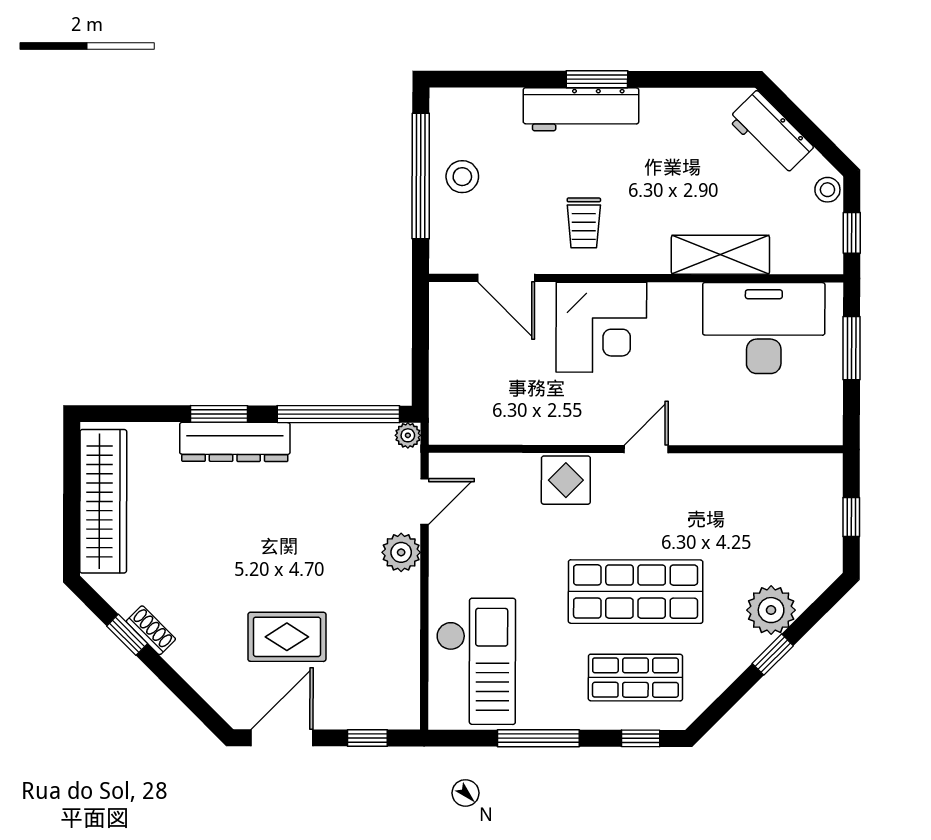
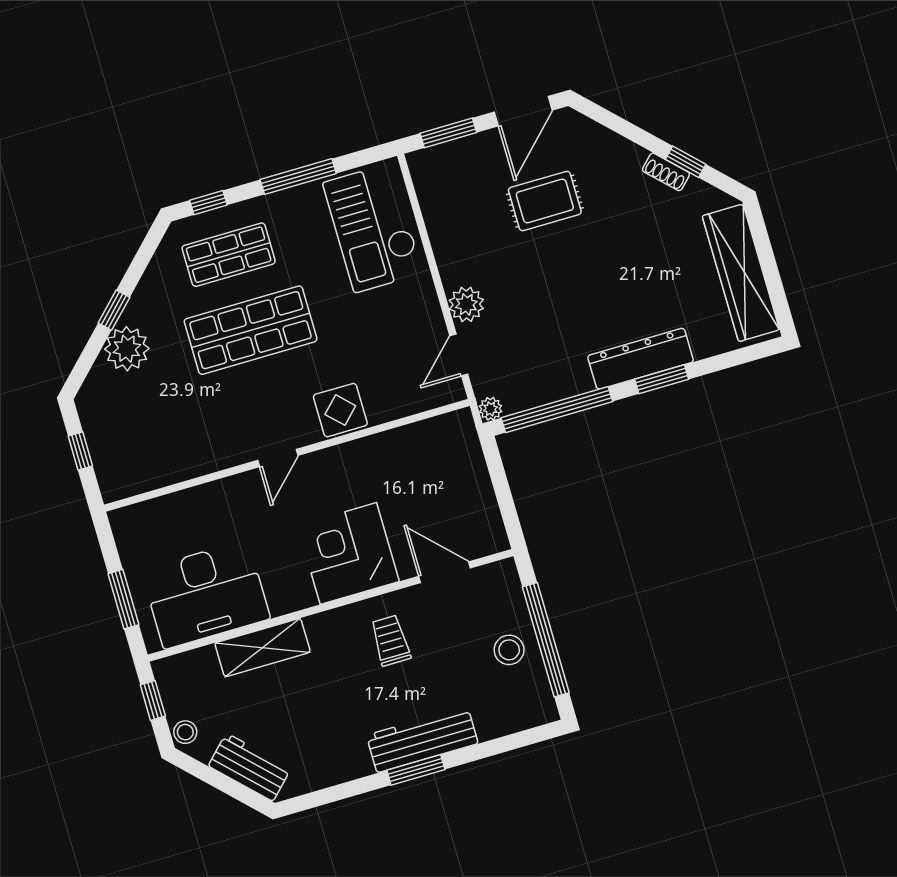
window: (367, 738) -> (448, 133), width x1.50

